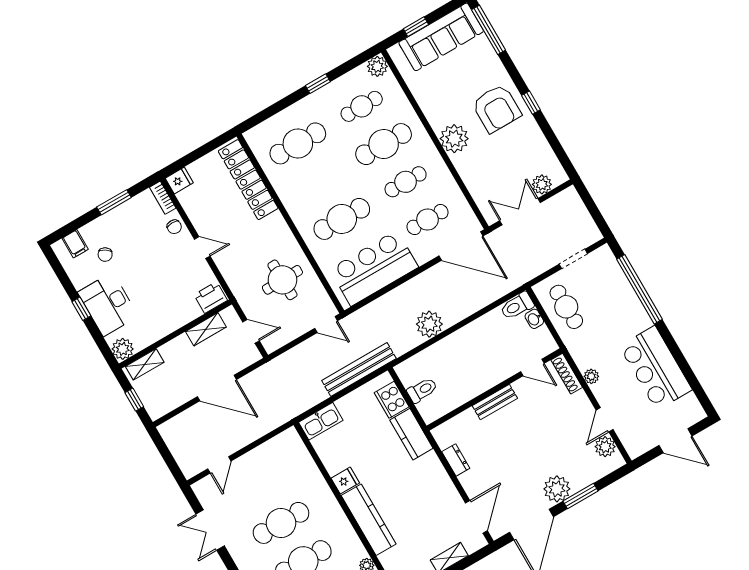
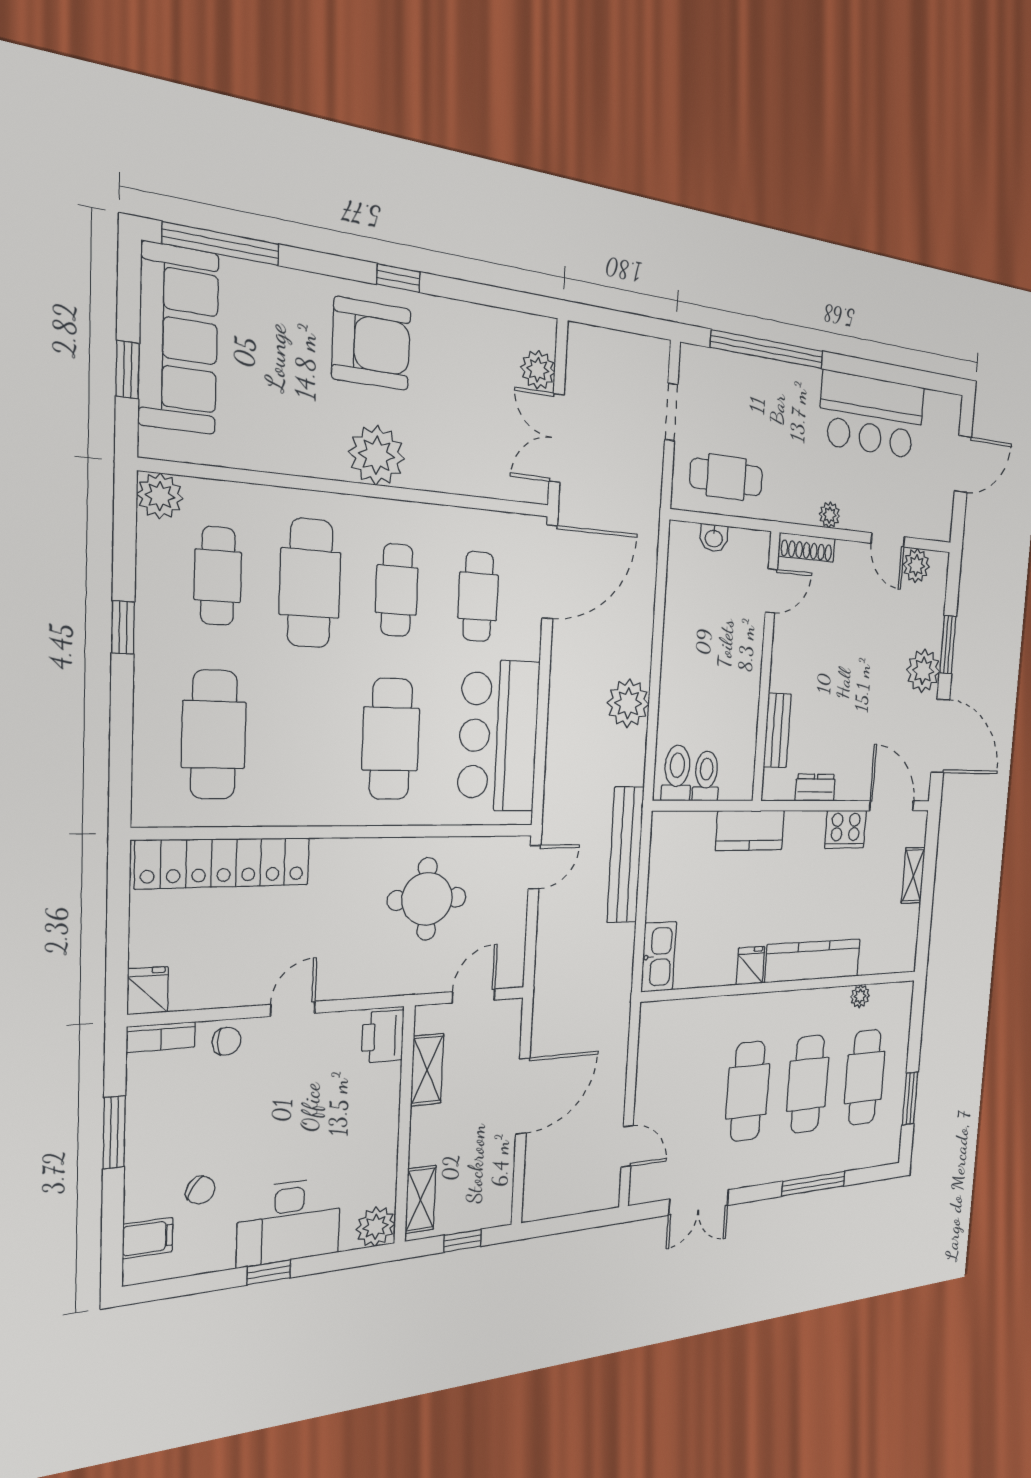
toilet: (517, 306) -> (677, 773), moved, turned 180
cooker: (392, 400) -> (846, 829), moved
bench: (495, 402) -> (777, 730), moved

